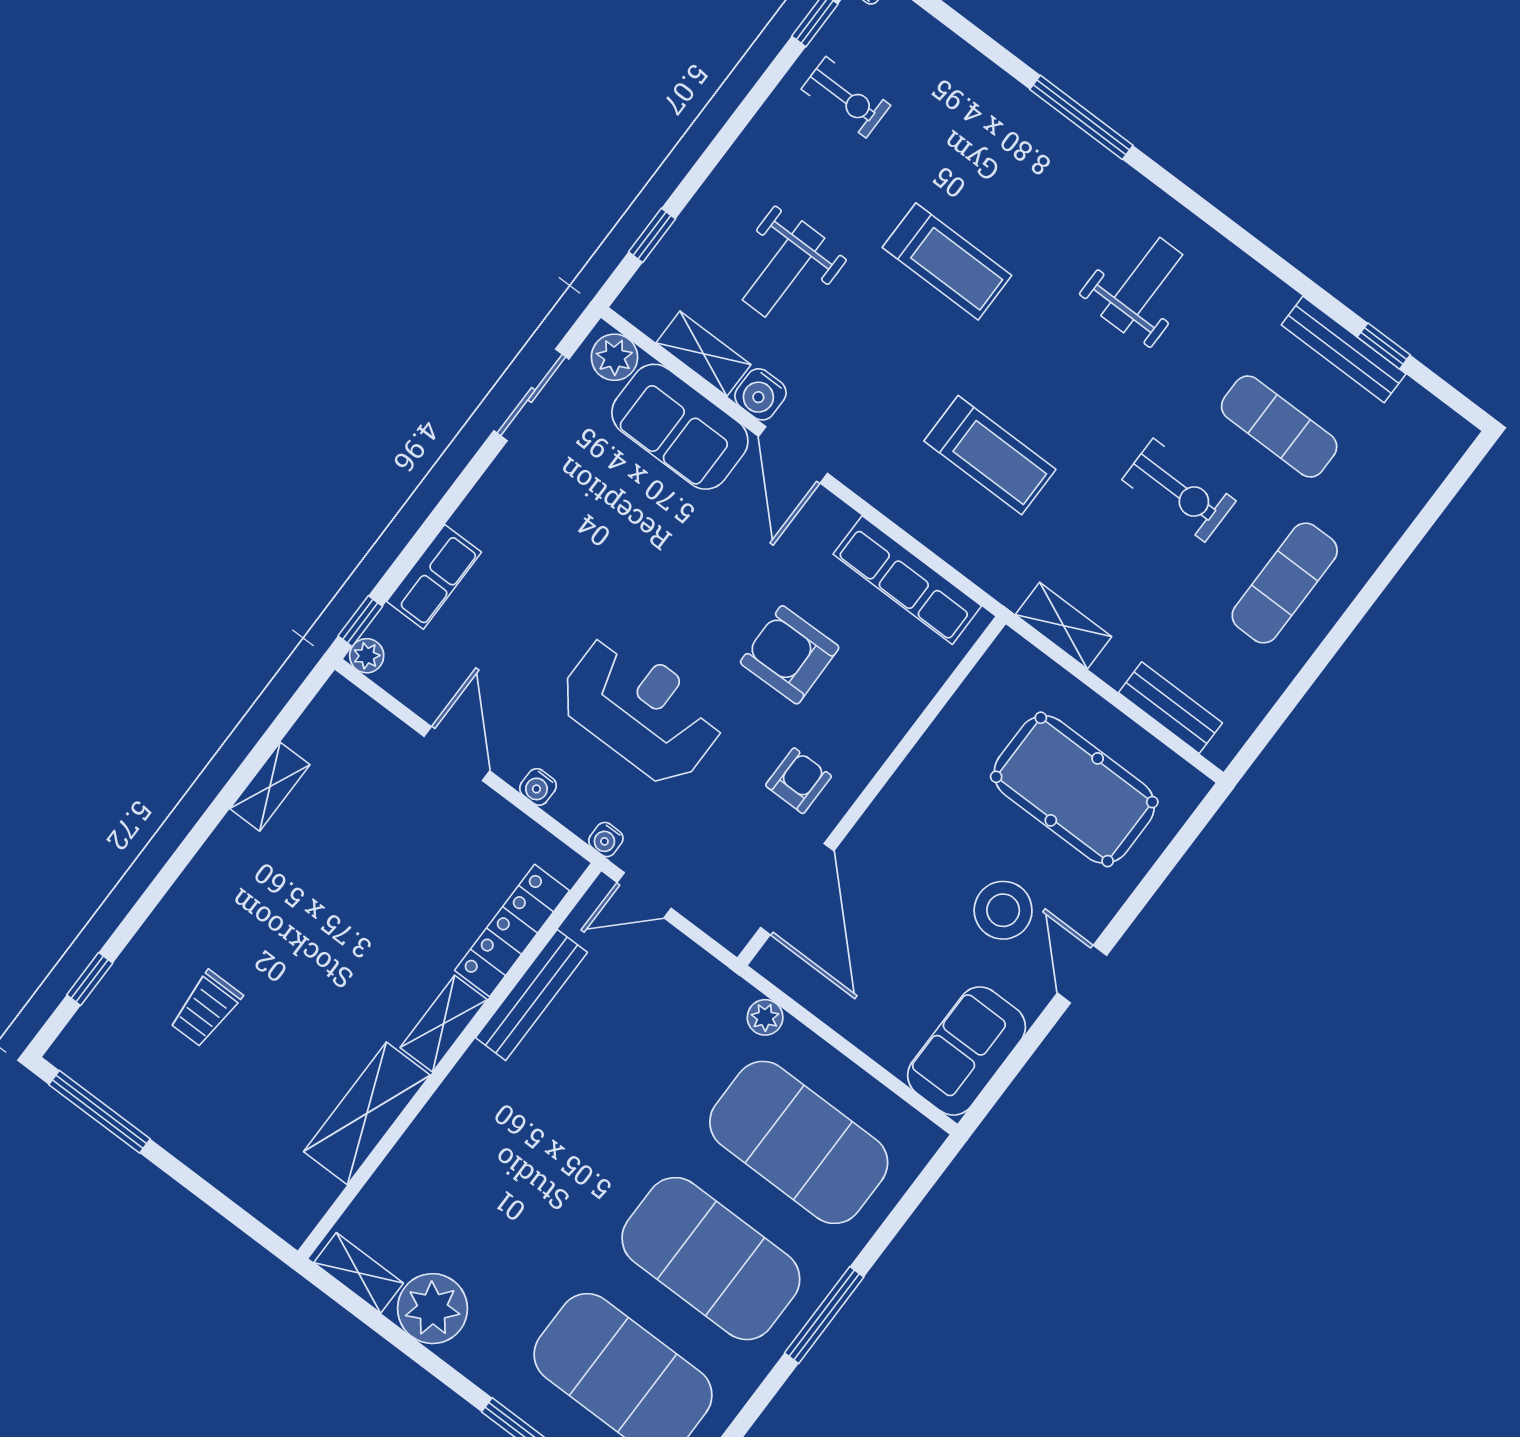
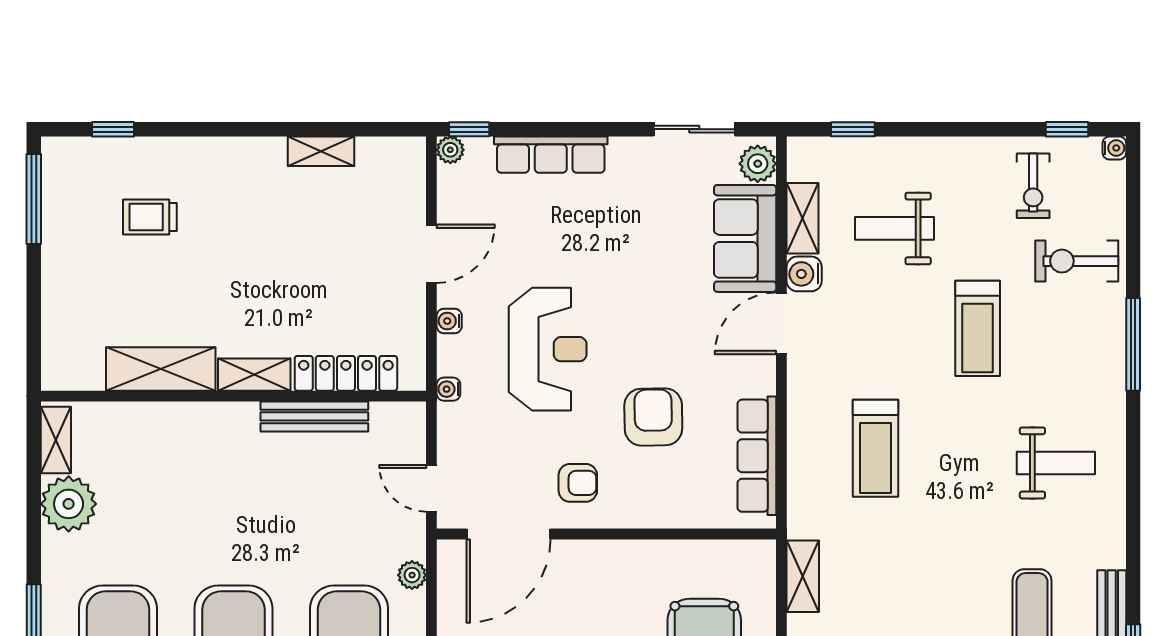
exercise bike: (1179, 490) -> (1077, 261), moved, turned 90
row of seats: (434, 577) -> (551, 155), width x1.48
door: (644, 895) -> (431, 488), moved

